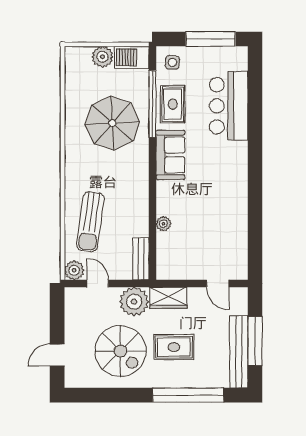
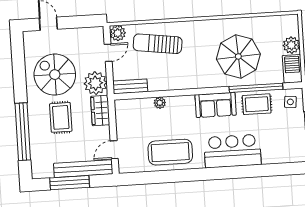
bar counter: (229, 106) -> (232, 151), moved
coffee table: (225, 215) -> (170, 152), added
spiral stairs: (120, 351) -> (55, 75), turned 90
bench: (239, 352) -> (83, 169), moved

